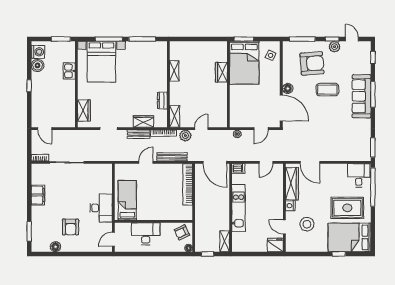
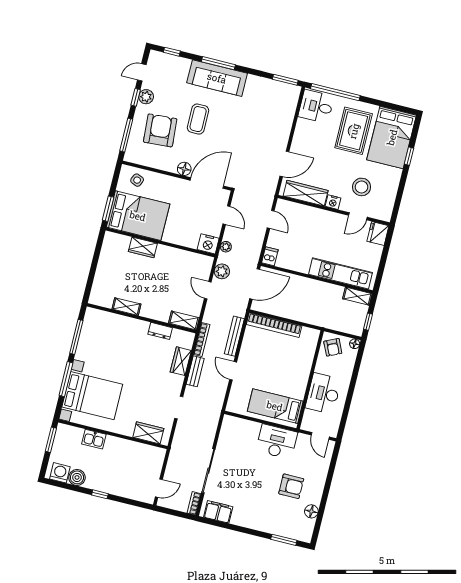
nightstand: (236, 120) -> (208, 244), added
plant: (185, 136) -> (222, 271), moved
filing cabinet: (38, 195) -> (218, 512), moved
kitchen unit: (239, 208) -> (341, 273), moved

